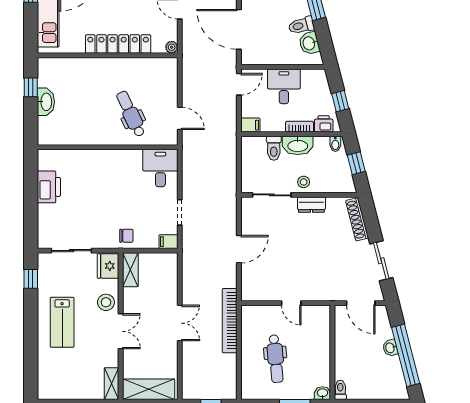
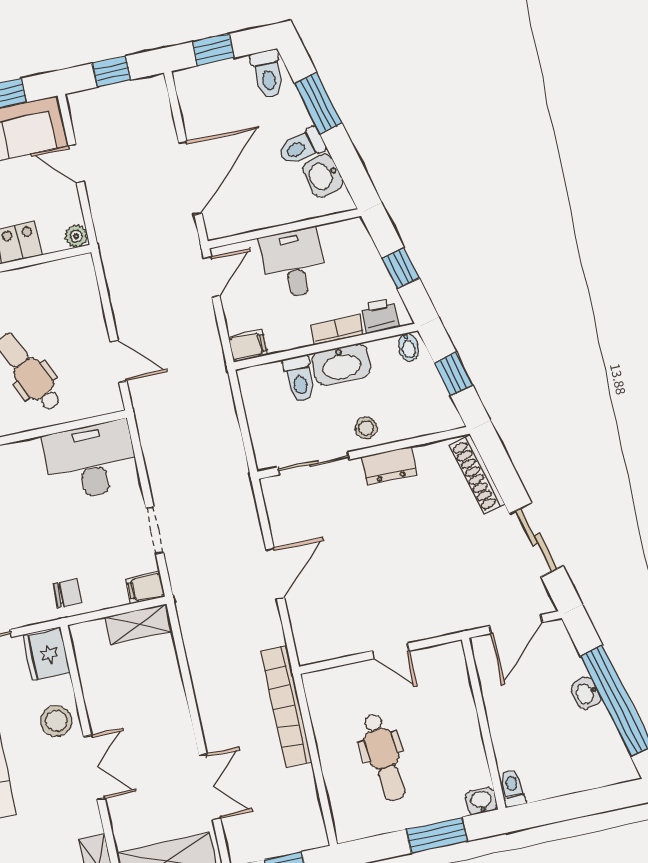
door: (239, 29) -> (190, 178), swing flipped
desk: (160, 168) -> (91, 461), width x1.37
shelving: (130, 270) -> (139, 624), moved, turned 90
door: (361, 303) -> (516, 624), hinge flipped
double door: (180, 323) -> (210, 787), moved

